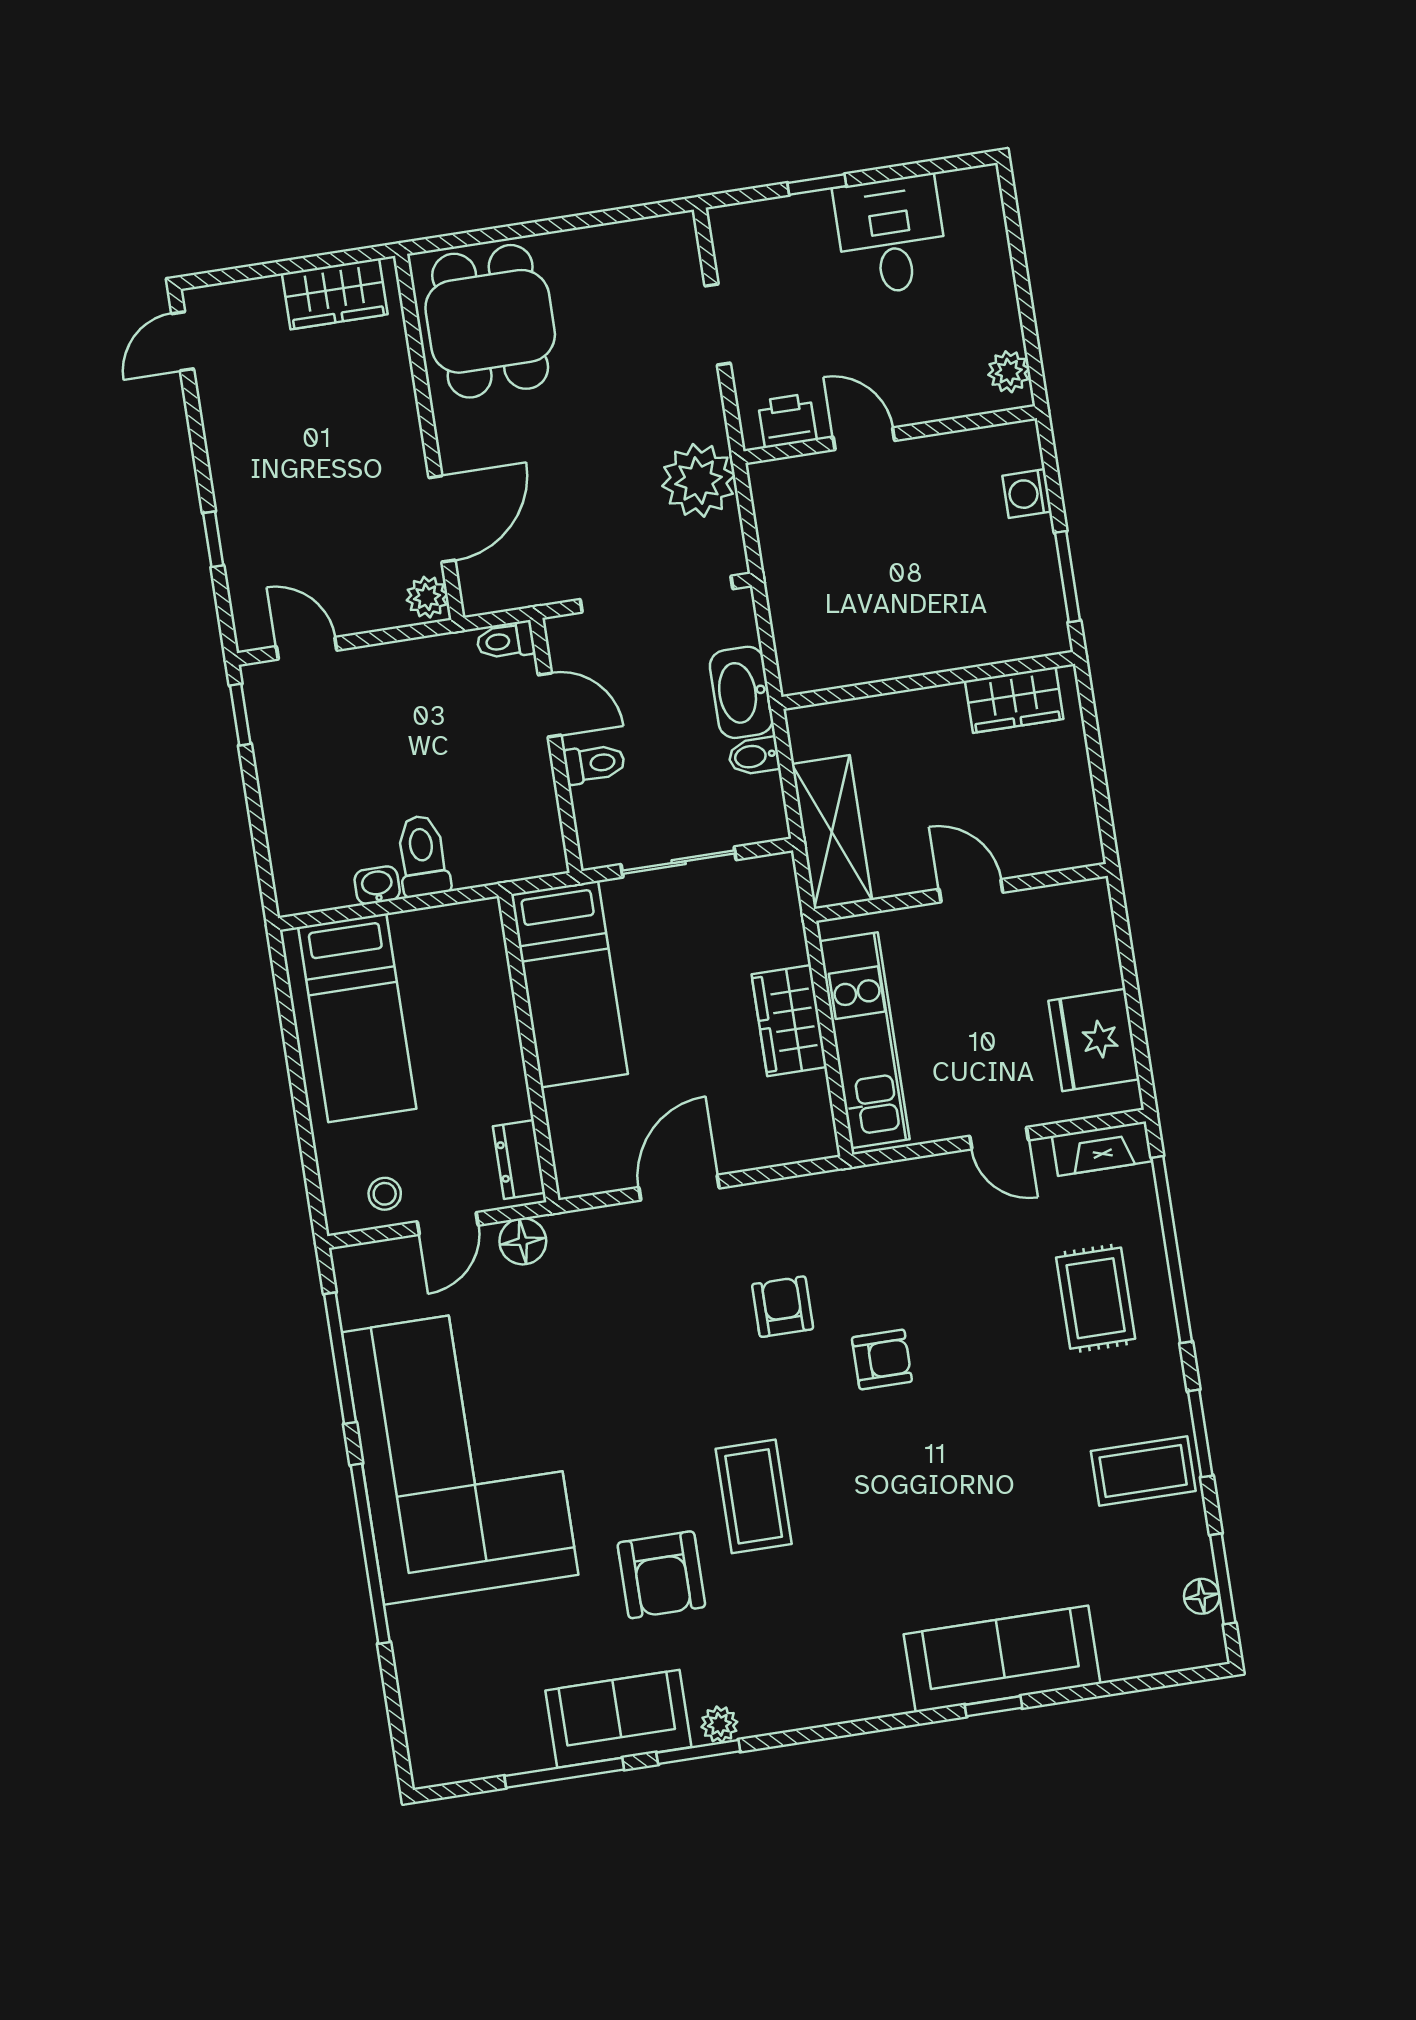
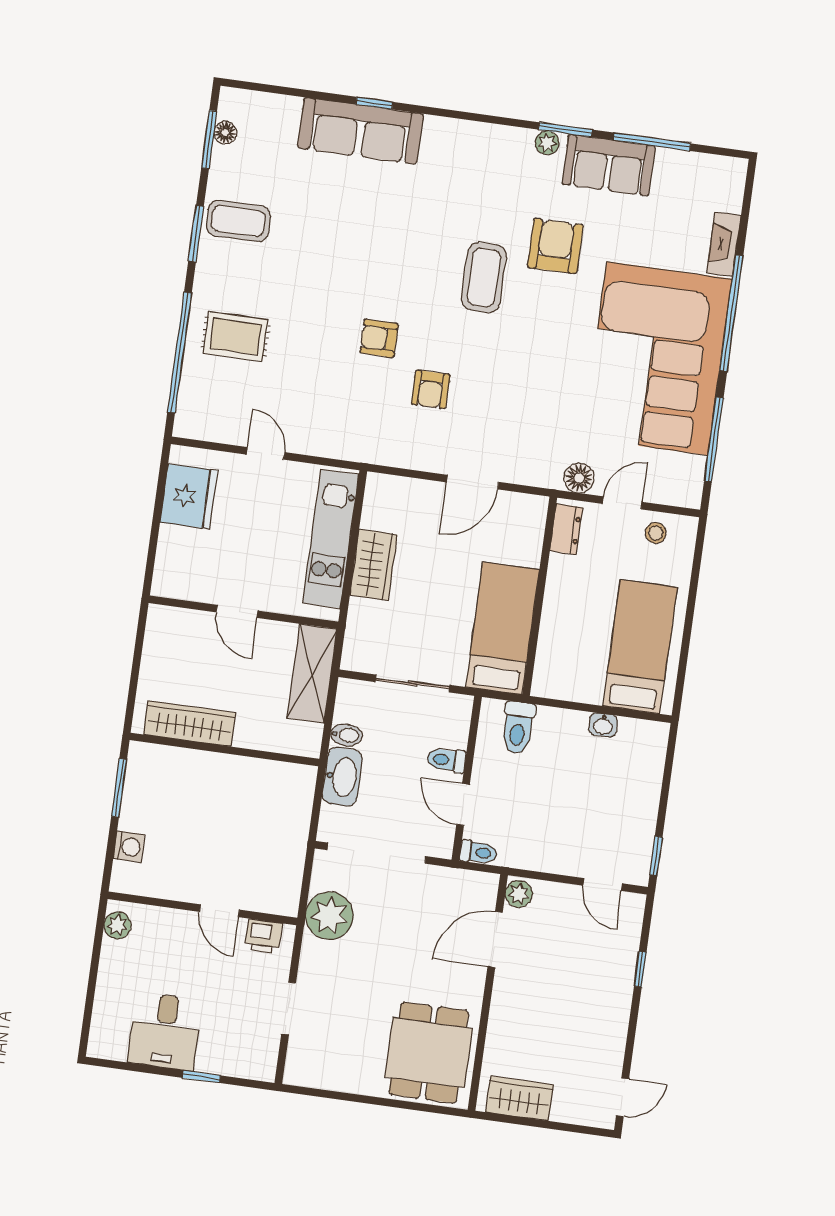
wardrobe: (1014, 700) -> (190, 724), width x1.50
toilet: (423, 856) -> (518, 728), moved
fireplace: (1102, 1149) -> (724, 244), moved, turned -90
rug: (1096, 1298) -> (236, 337), turned 90

